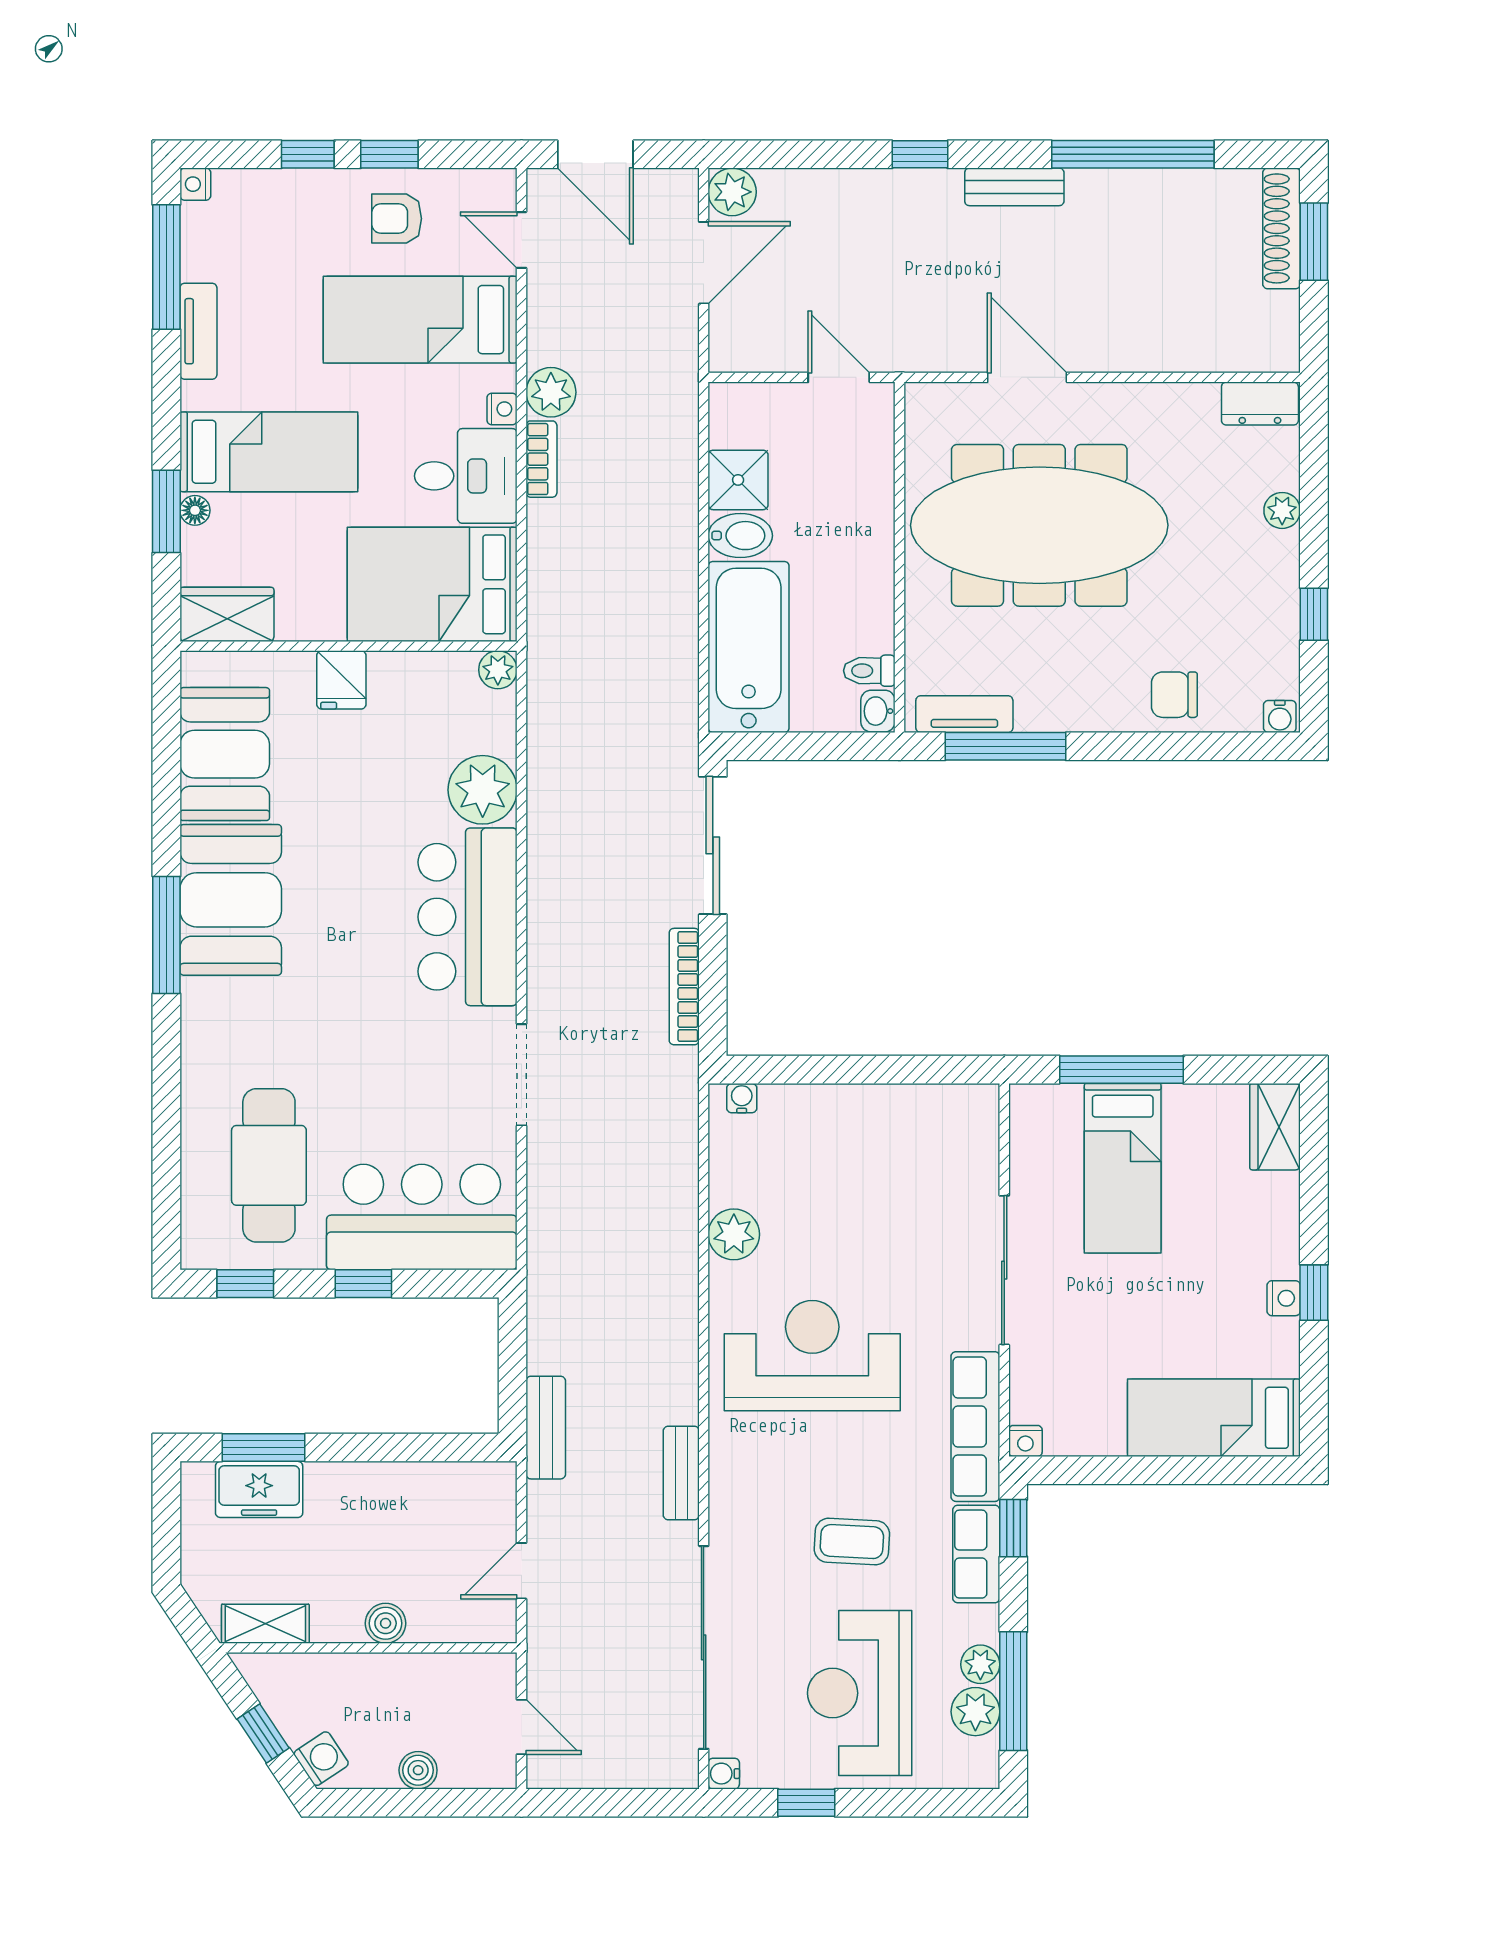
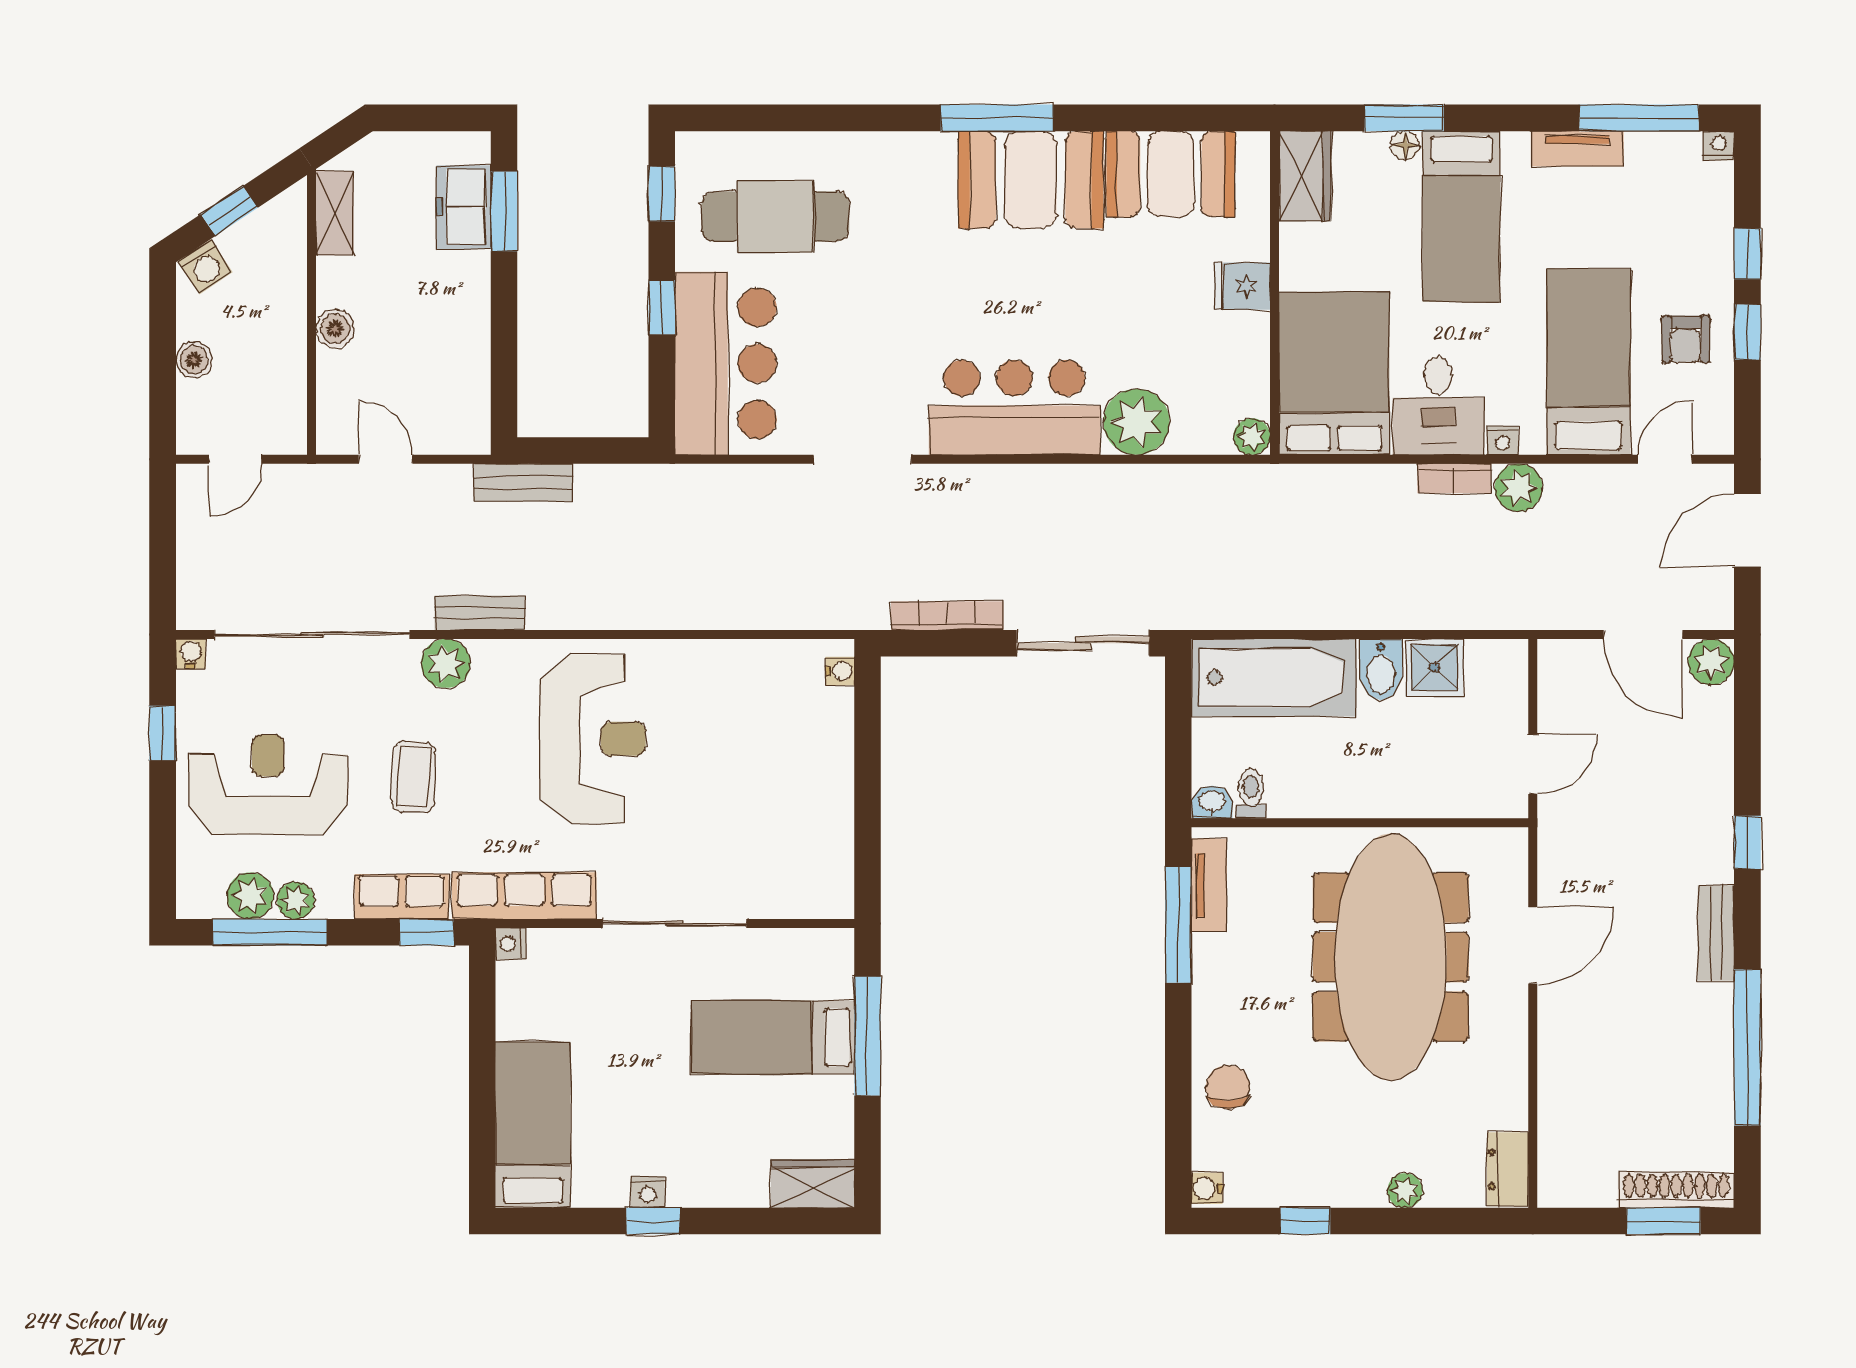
armchair: (397, 219) -> (1686, 339), turned 180
plant: (734, 1234) -> (446, 663), moved

